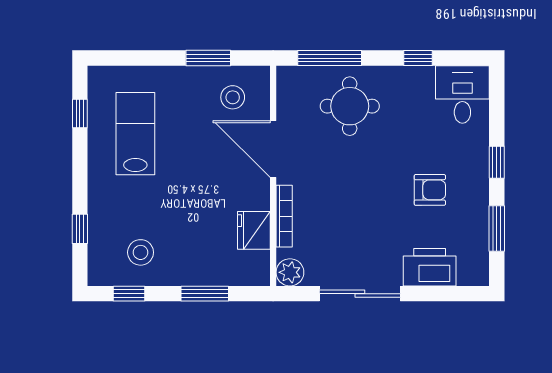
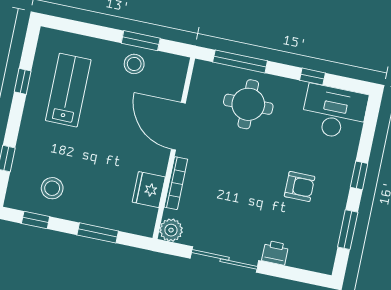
desk: (462, 94) -> (334, 112), width x1.37
stool: (233, 97) -> (134, 64), moved
window: (80, 114) -> (23, 81), moved
printer: (430, 267) -> (275, 253), width x0.53, depth x0.68

